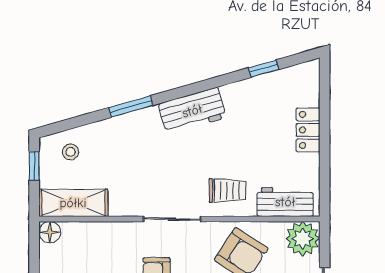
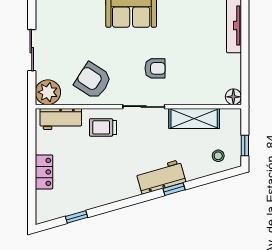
window: (131, 106) -> (174, 189), width x0.67
workbench: (192, 111) -> (161, 177), moved
shelving: (73, 203) -> (194, 118), moved

